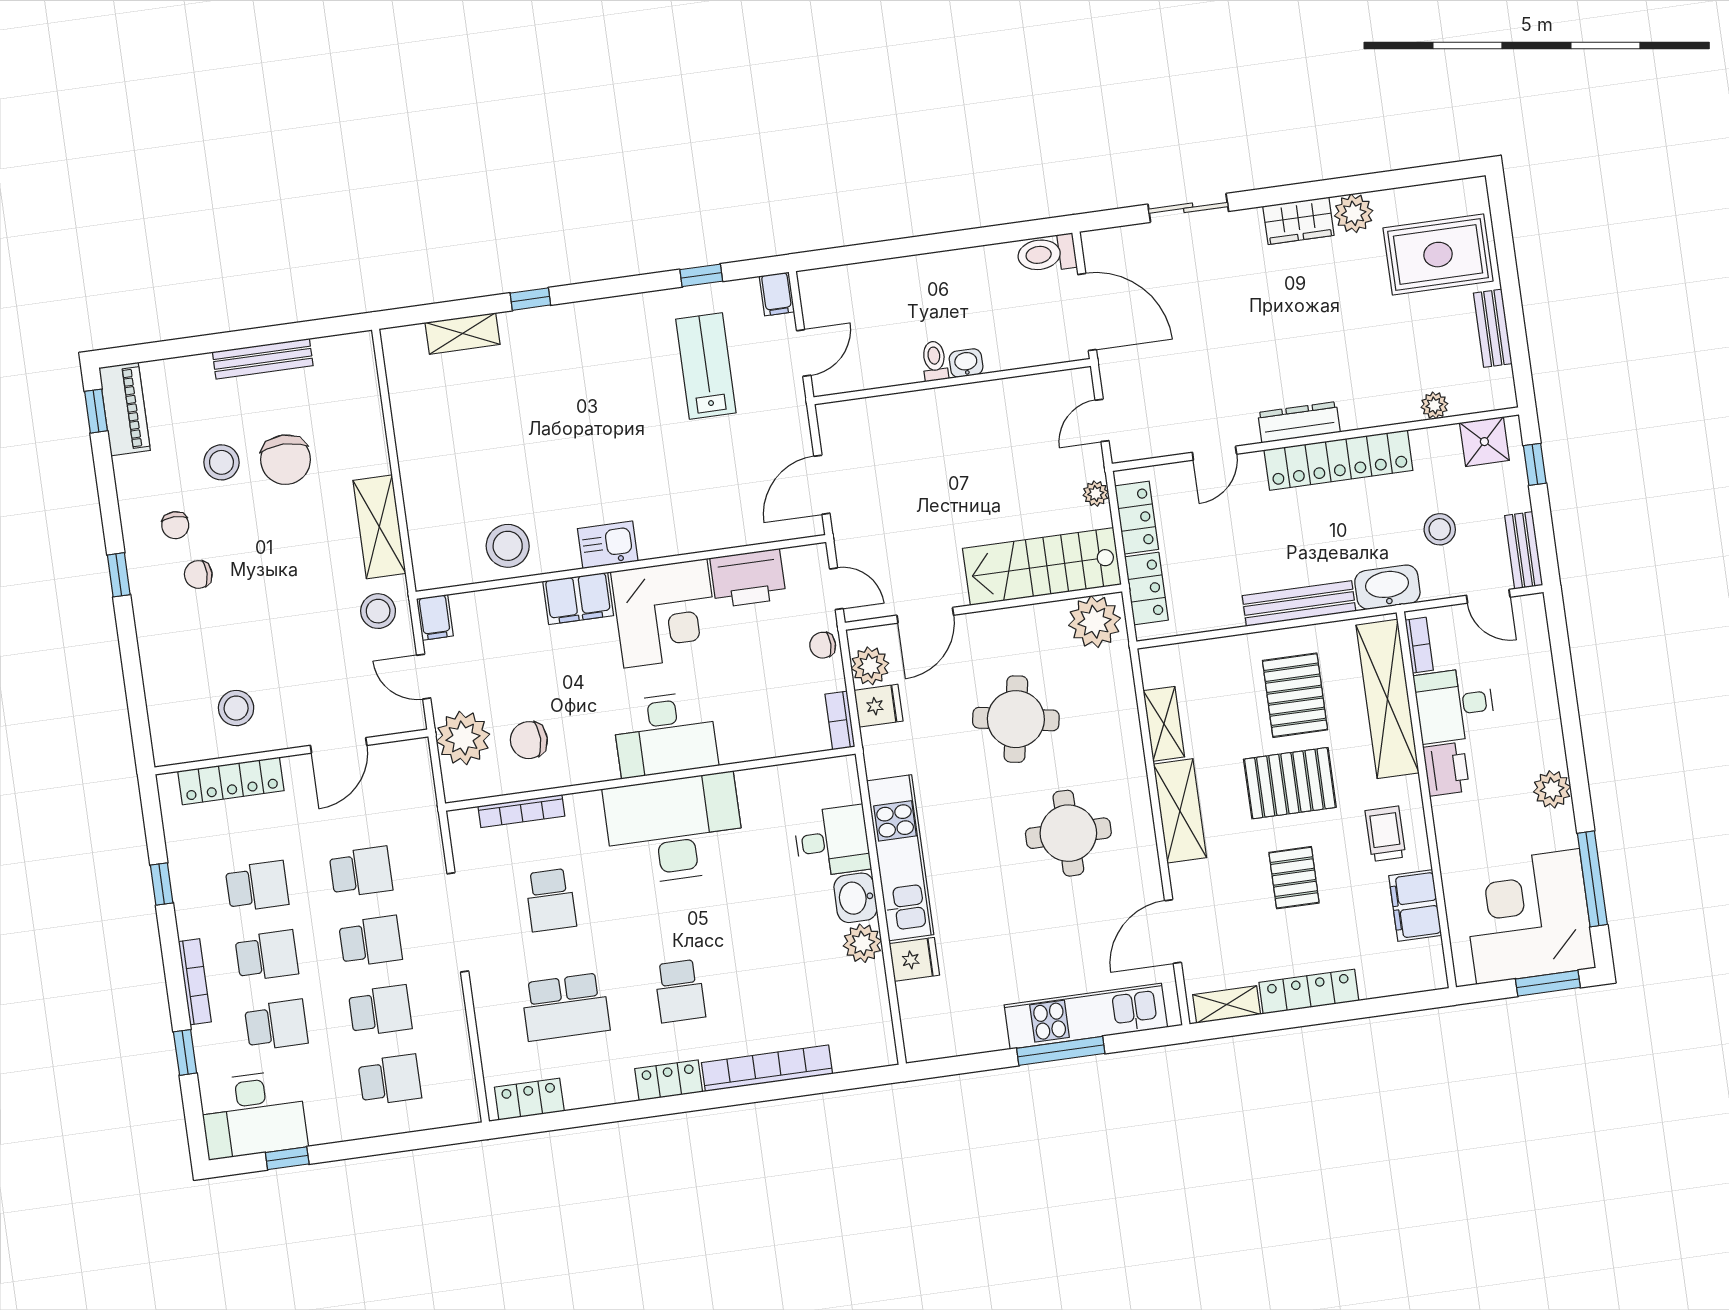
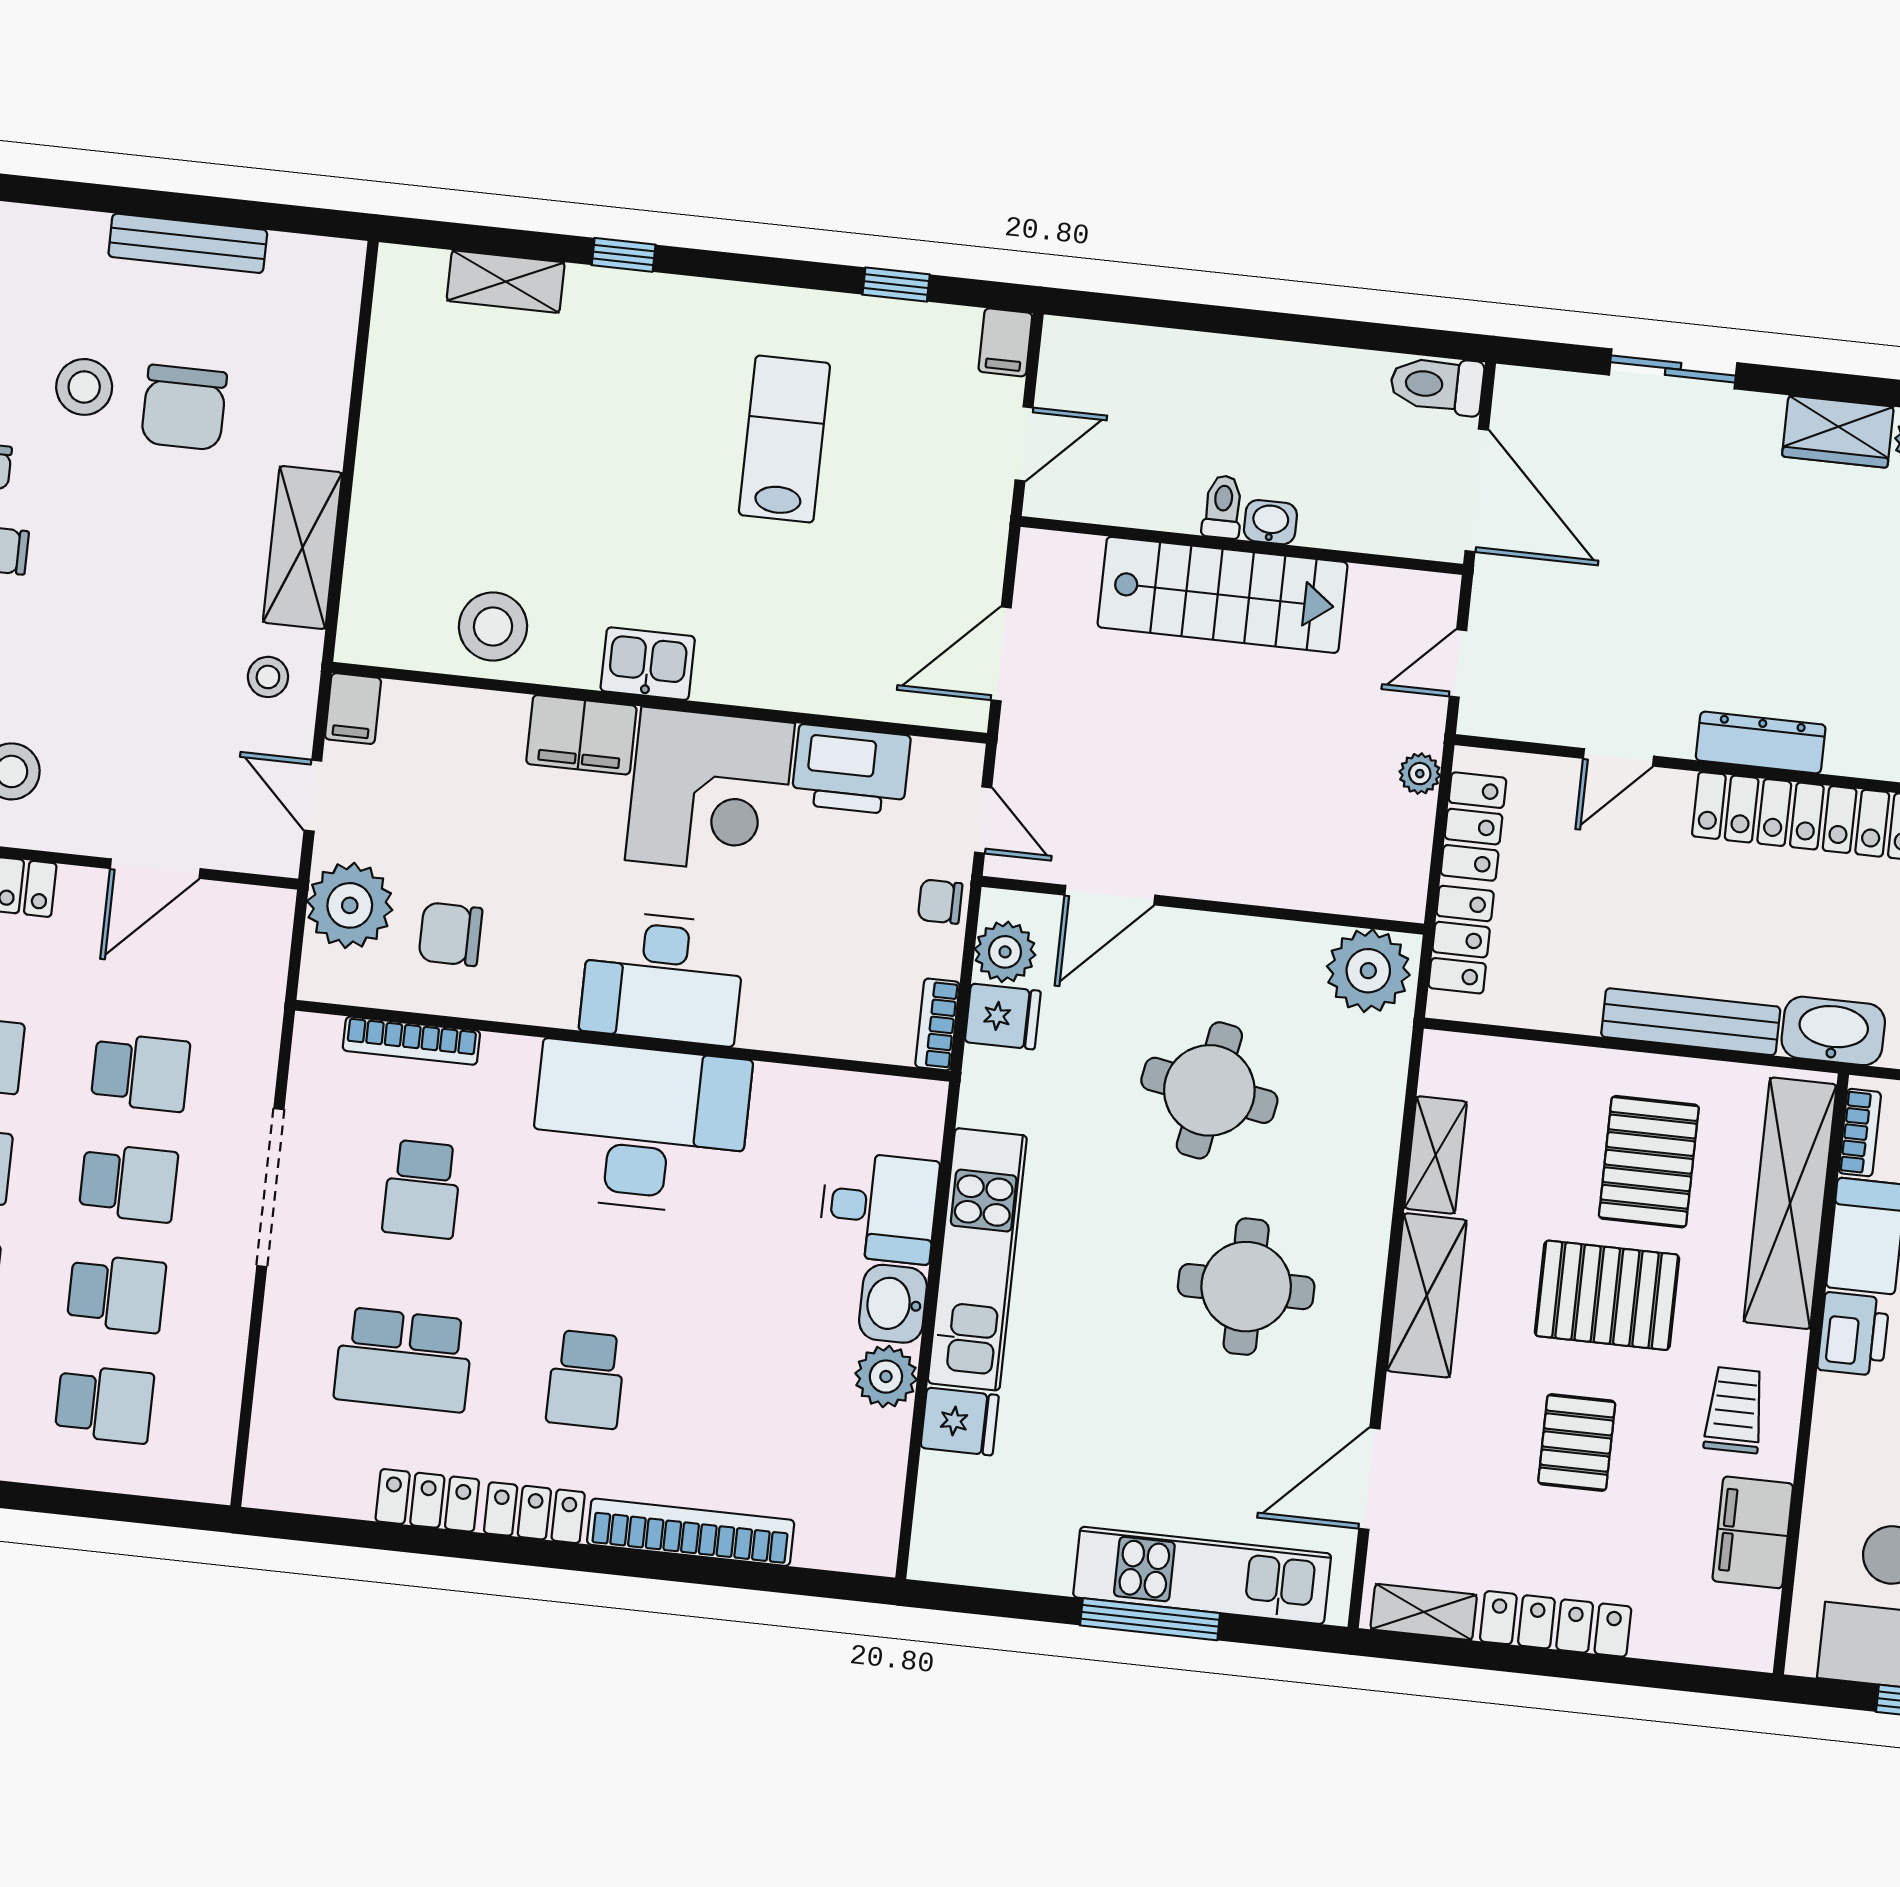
lab bench: (706, 366) -> (784, 439), moved
stairs: (1042, 566) -> (1223, 595), moved, turned 180
stool: (378, 611) -> (268, 677), width x0.73, depth x0.73
locker: (529, 1099) -> (427, 1500), moved

